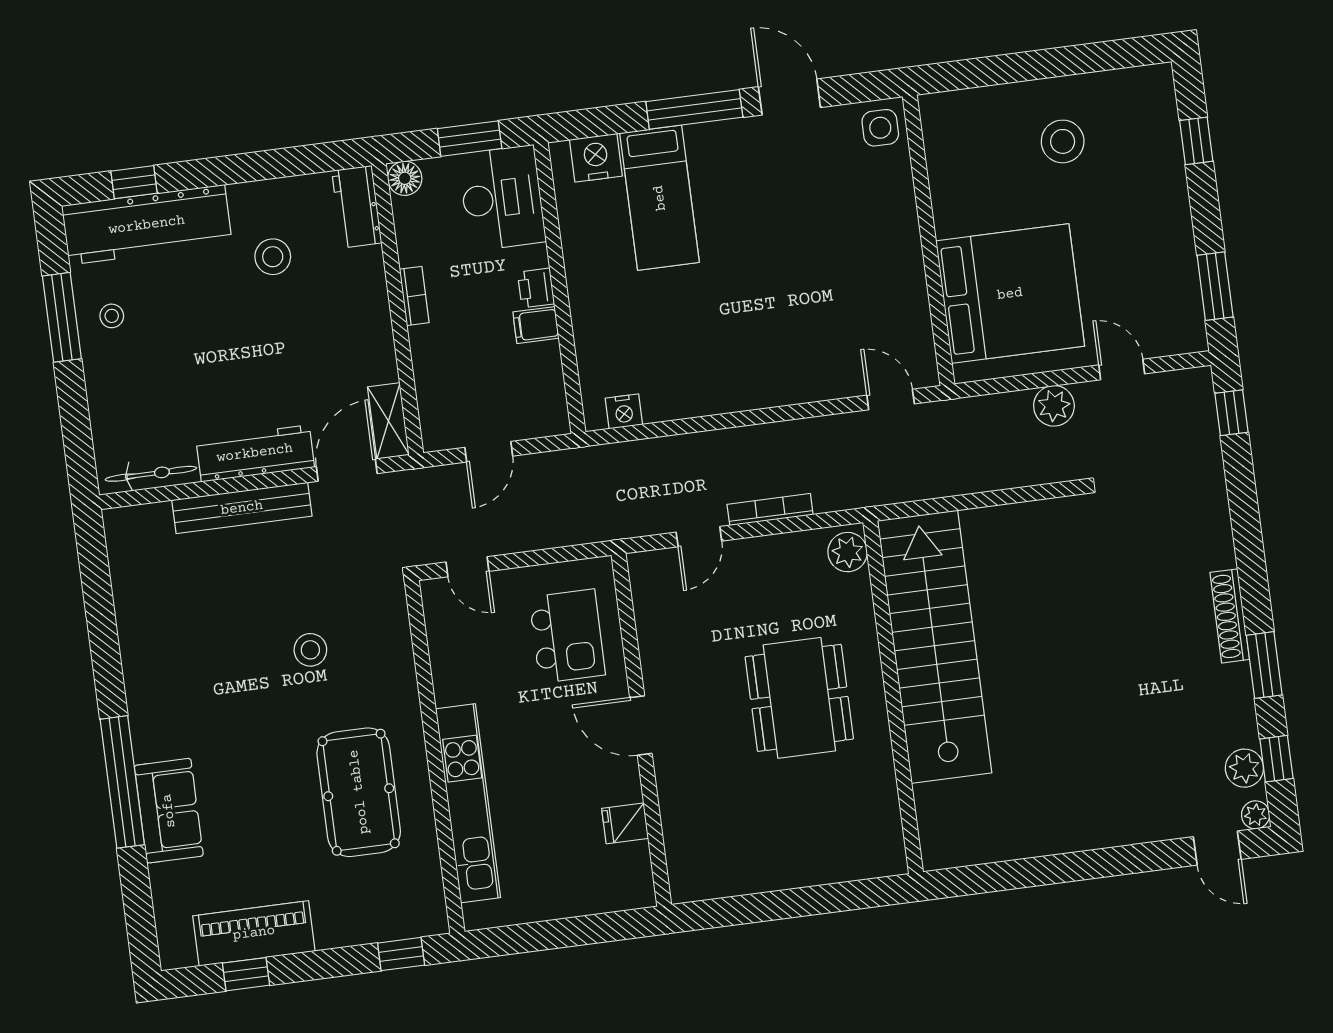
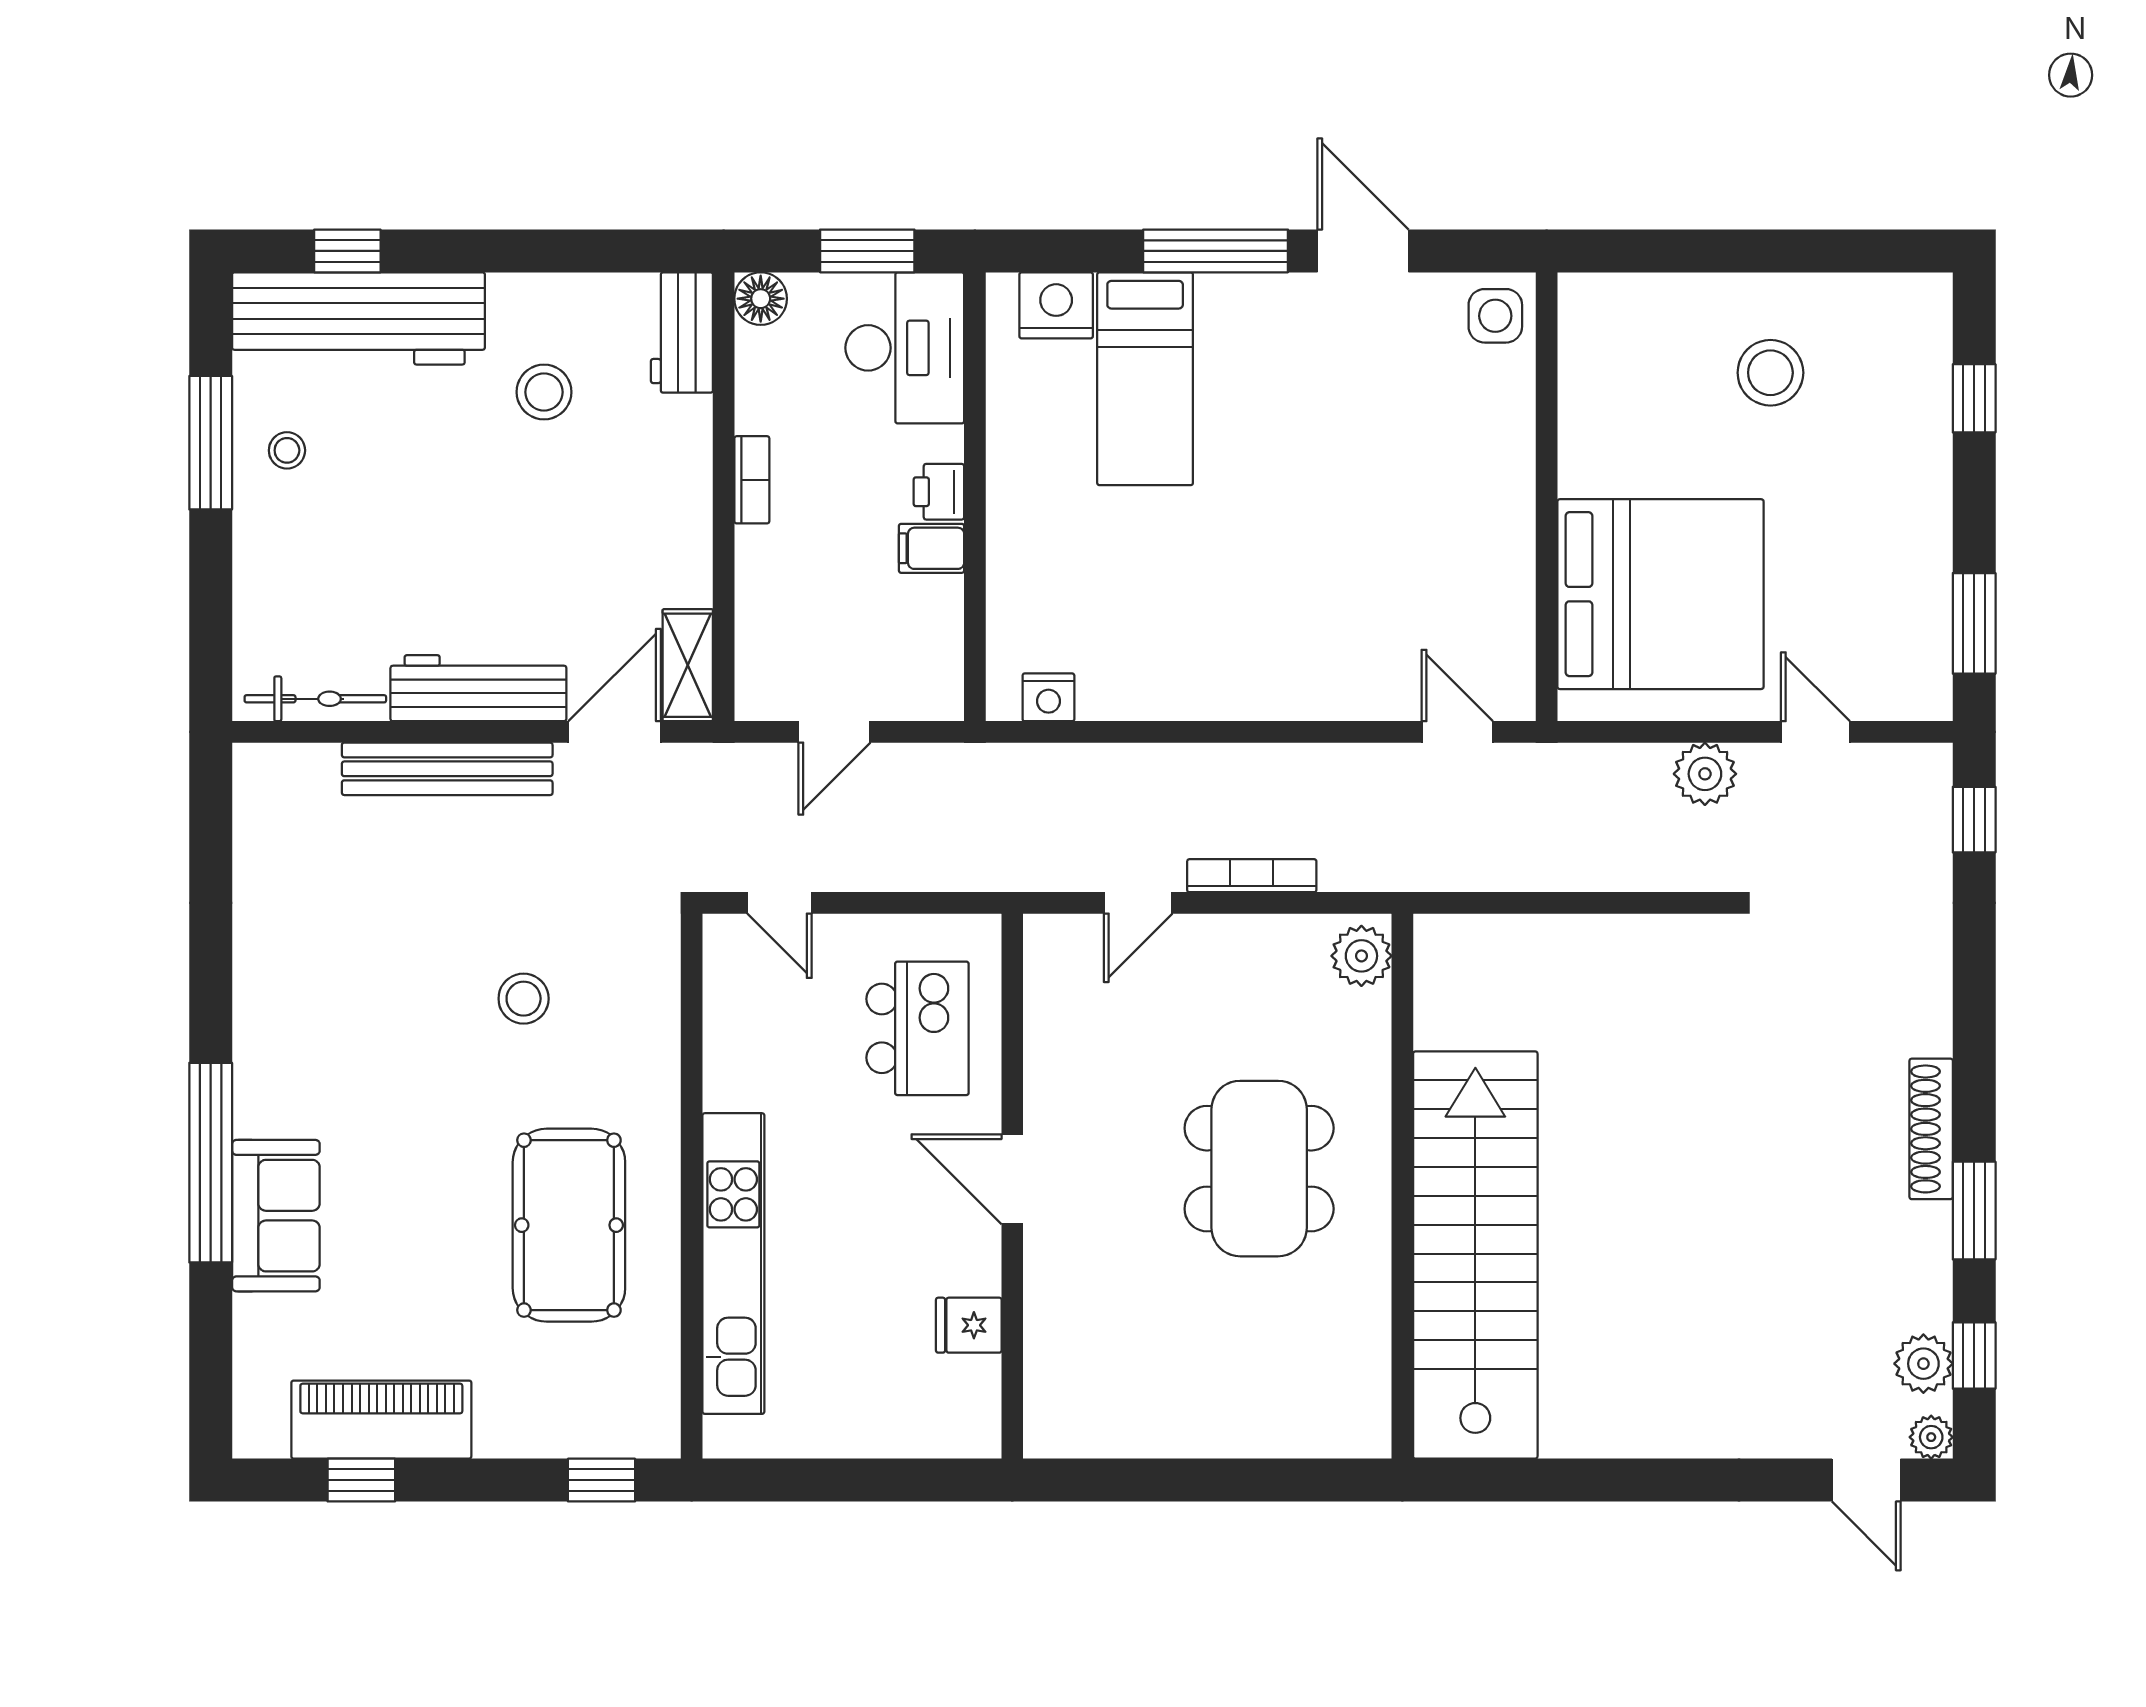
stairs: (935, 647) -> (1475, 1255), moved

